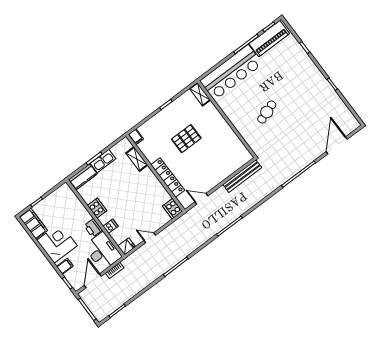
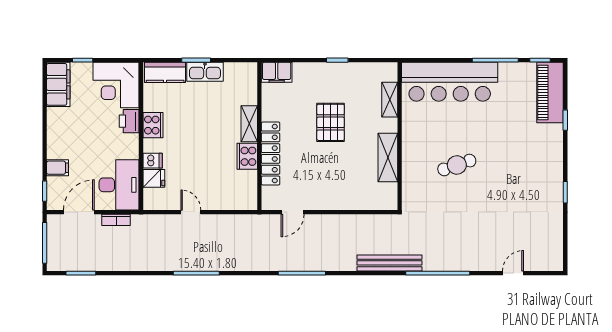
piano: (269, 39) -> (550, 92), moved, turned 90
shelving: (200, 94) -> (390, 100), moved
shelving: (229, 135) -> (388, 158), added
filing cabinet: (136, 137) -> (277, 72), width x2.00
pallet: (186, 139) -> (331, 122), turned 90
door: (337, 145) -> (513, 273), width x0.53
shelving: (137, 159) -> (249, 124), moved
bench: (242, 176) -> (389, 263), moved
door: (201, 199) -> (293, 212), swing flipped
cooker: (173, 209) -> (247, 156), moved
printer: (93, 228) -> (129, 121), moved
corner desk: (57, 243) -> (116, 85), moved, turned 180
fridge: (127, 246) -> (154, 178), moved

